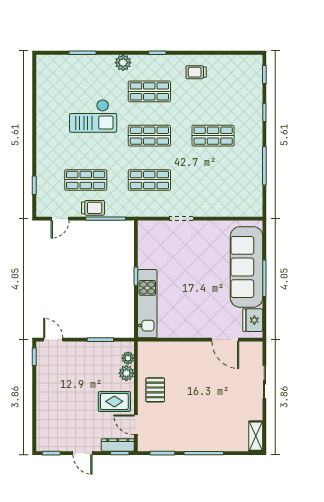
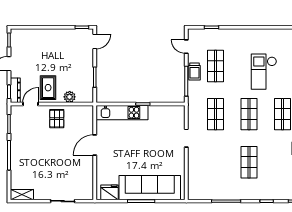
door: (225, 340) -> (95, 145), moved
plant: (128, 358) -> (81, 98), removed
pallet: (155, 390) -> (57, 119), turned 90

